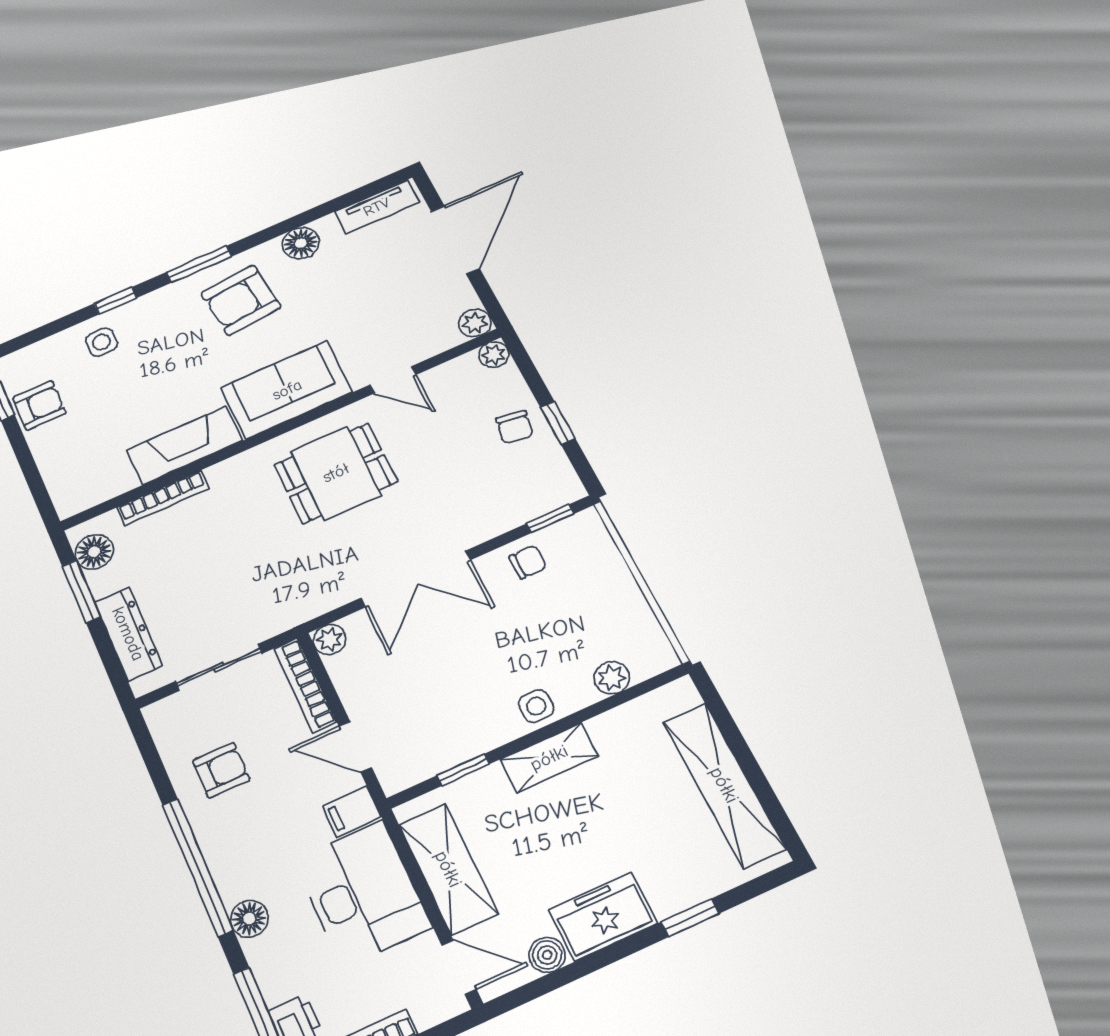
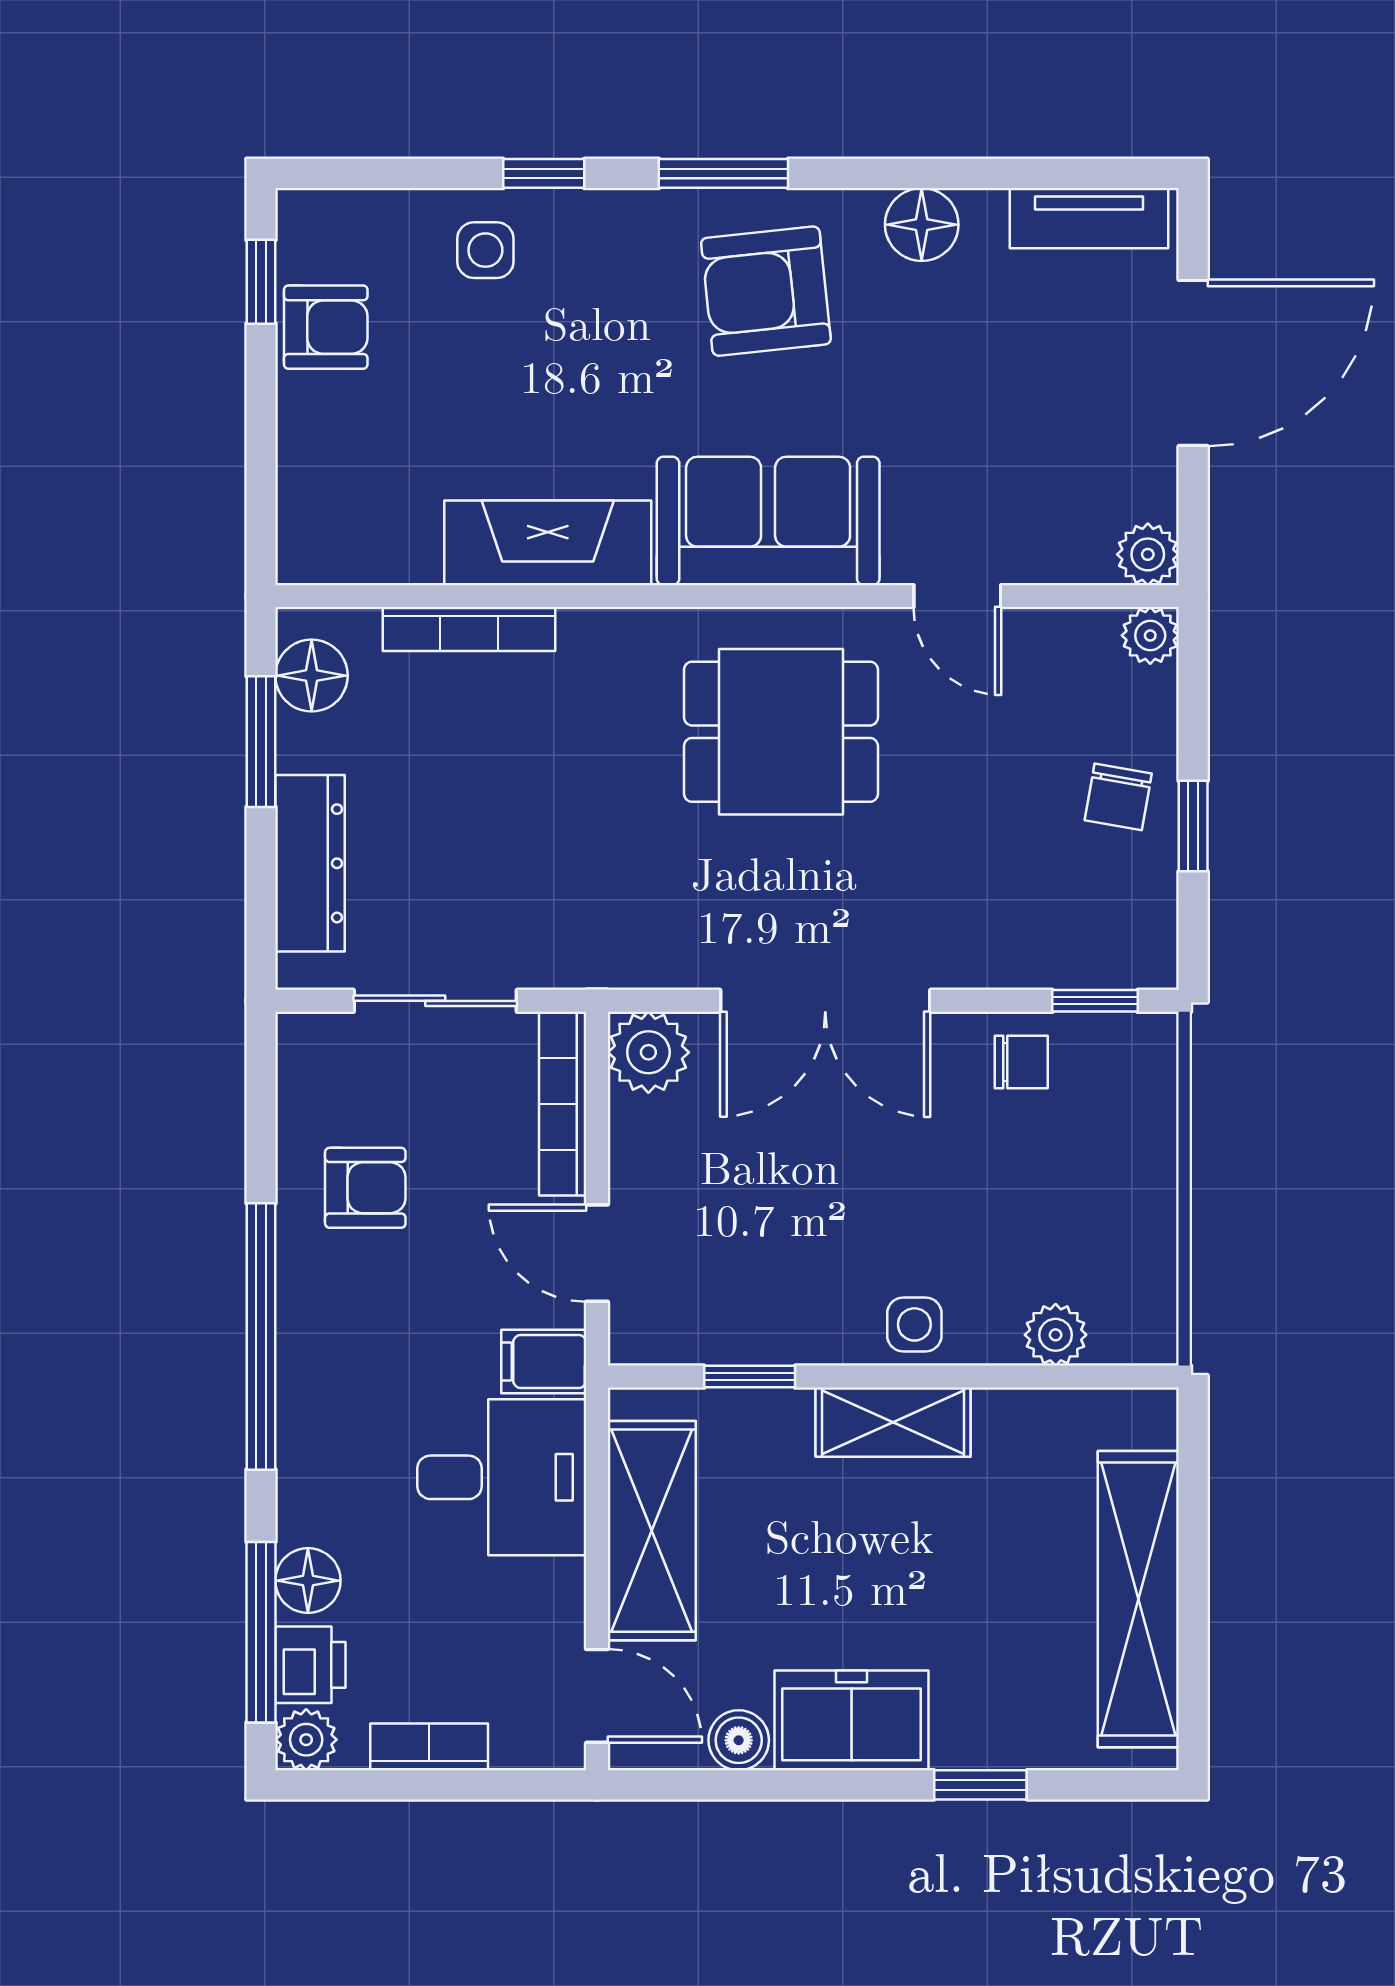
plant: (330, 640) -> (648, 1052), width x1.38, depth x1.38
desk: (363, 893) -> (502, 1477), width x0.73
floor lamp: (249, 919) -> (308, 1581), moved

